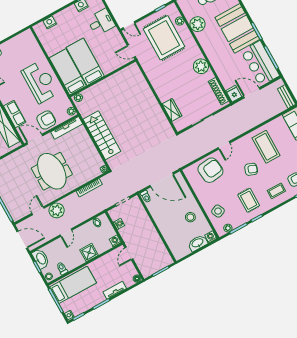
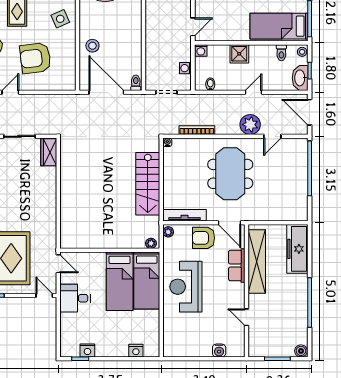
desk: (101, 22) -> (75, 298), moved
wardrobe: (172, 110) -> (49, 152), moved
armchair: (210, 170) -> (35, 58), moved
stool: (190, 217) -> (92, 46), moved

